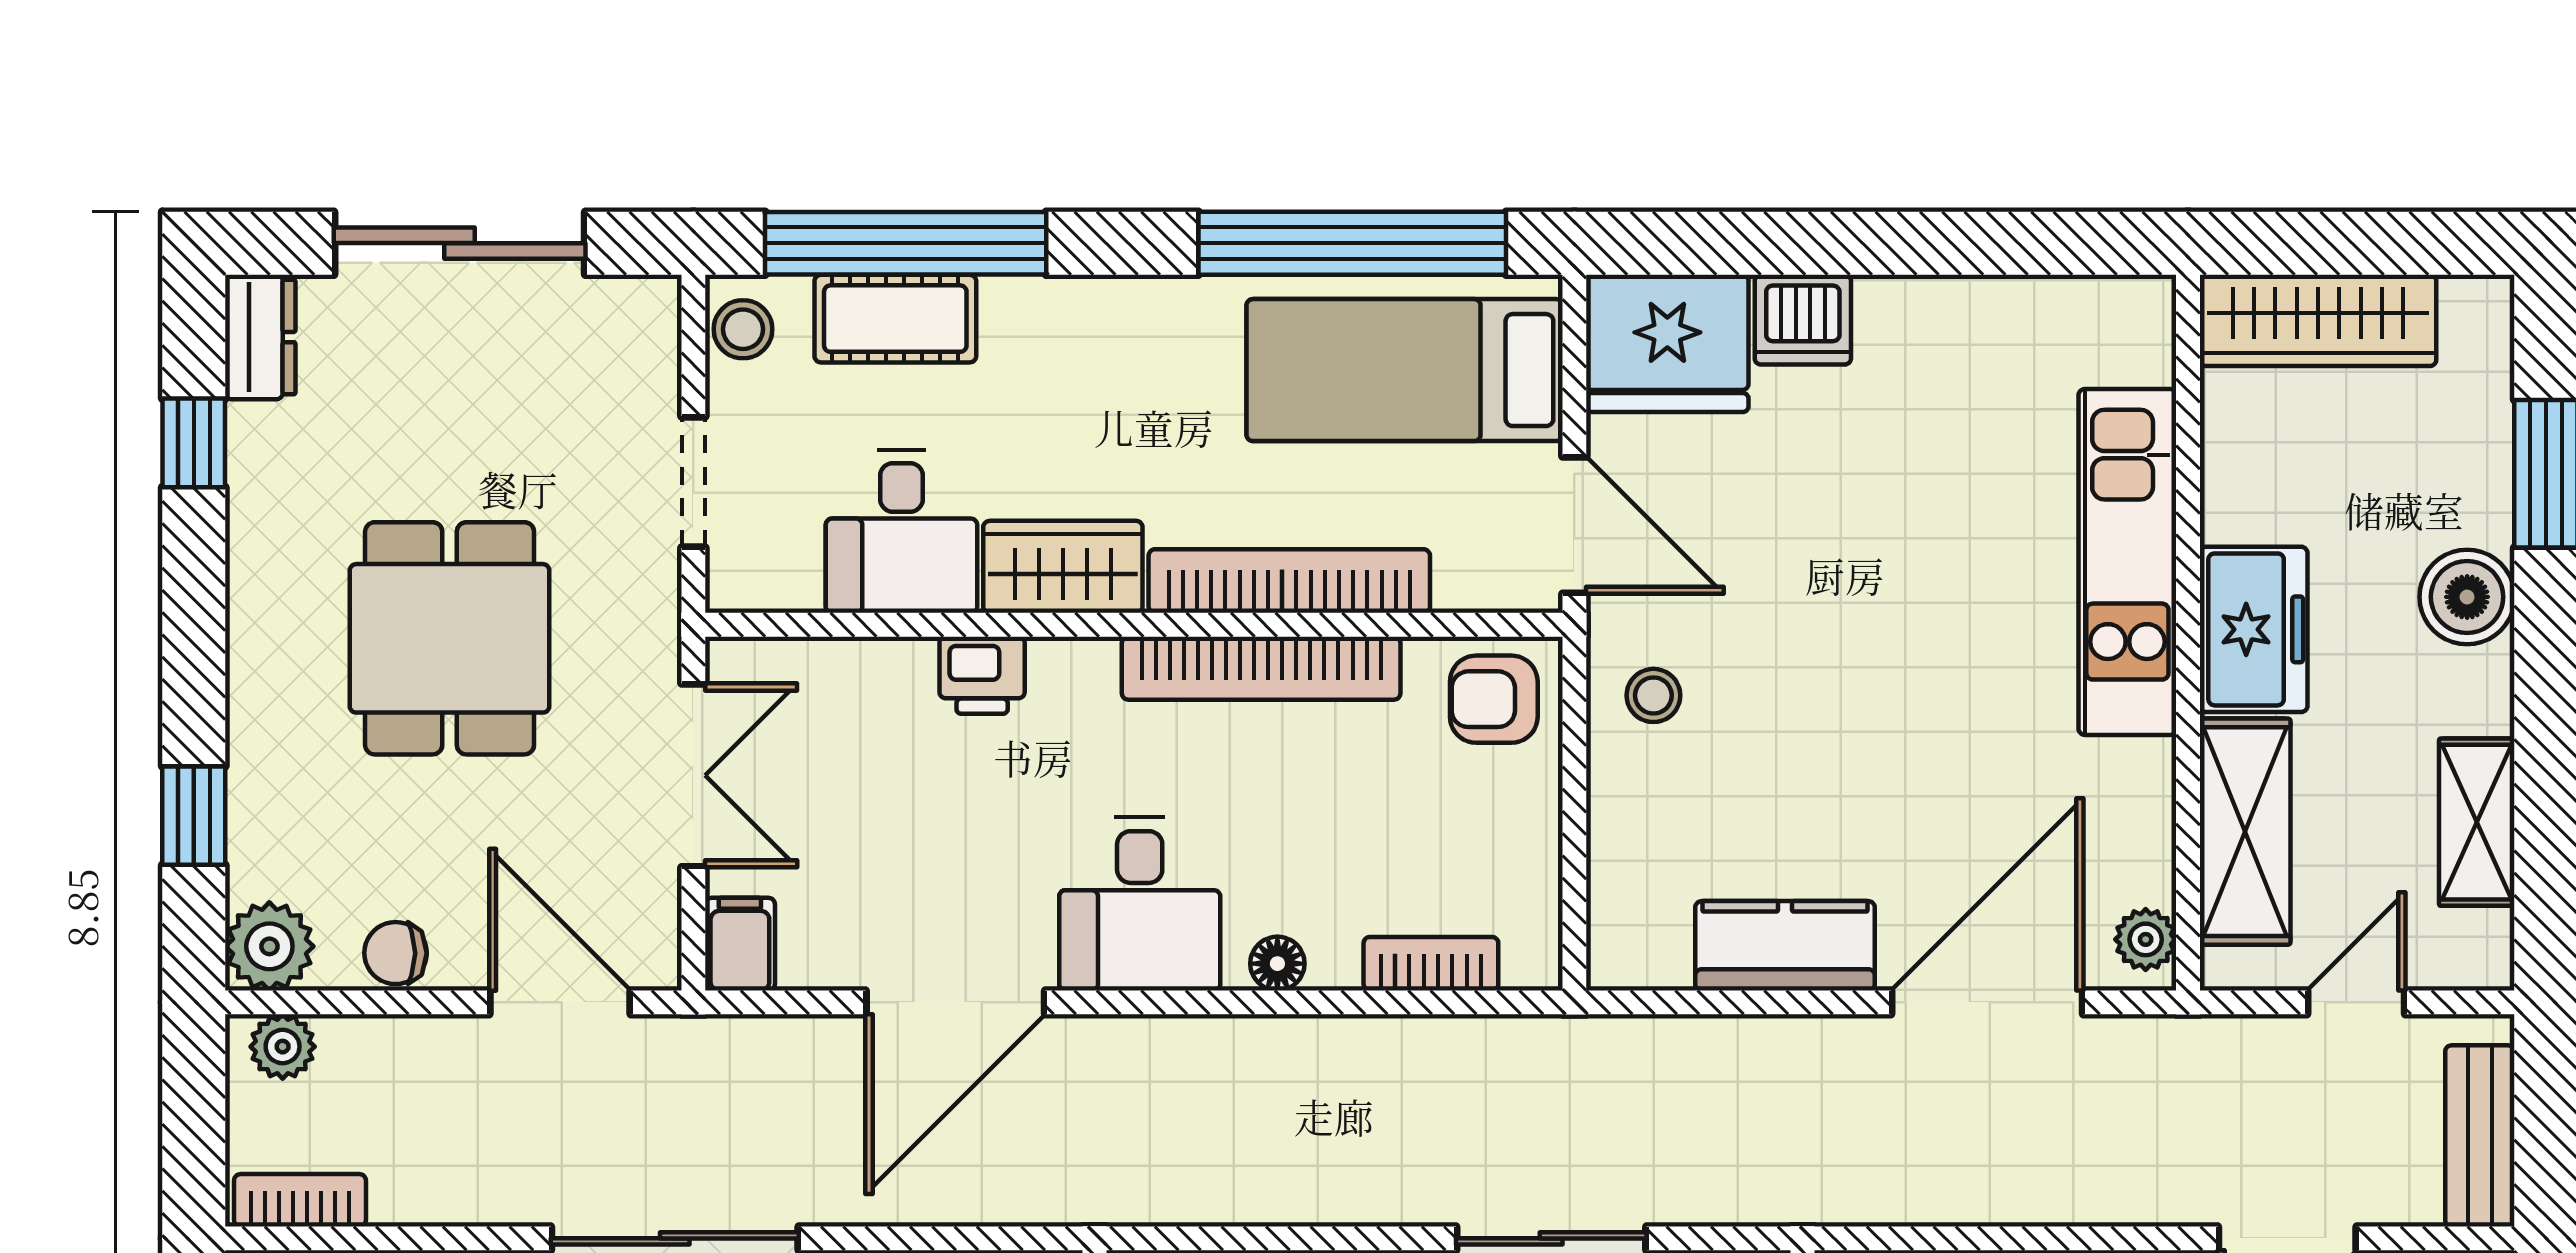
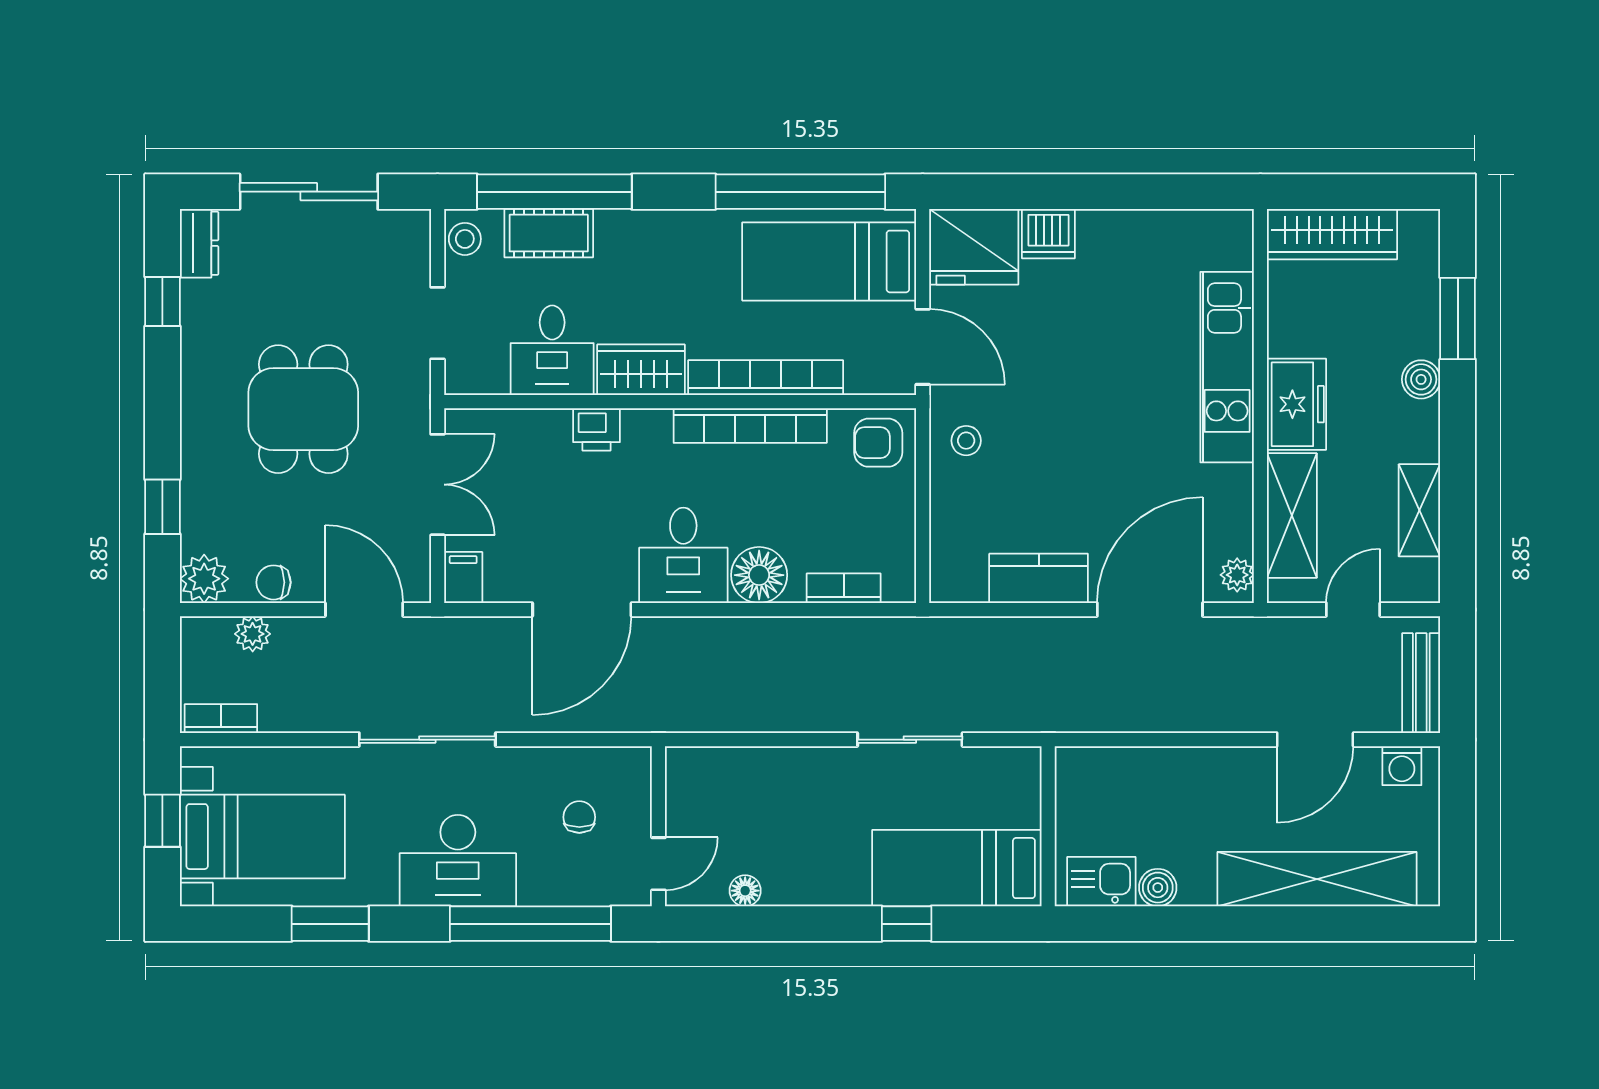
boiler: (2467, 597) -> (1421, 379), width x0.73, depth x0.73
floor lamp: (1277, 964) -> (759, 575), width x1.89, depth x1.89
plant: (283, 1047) -> (253, 634), moved

